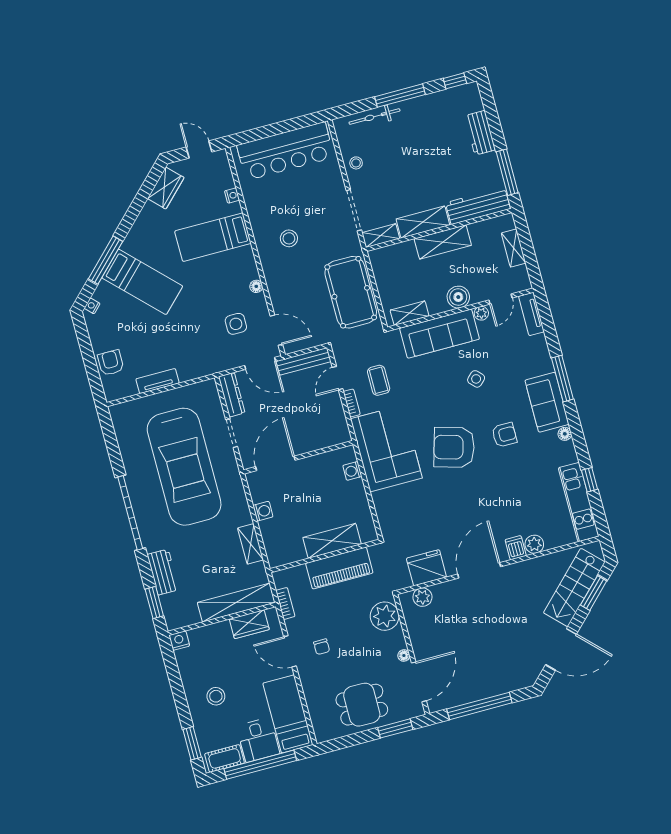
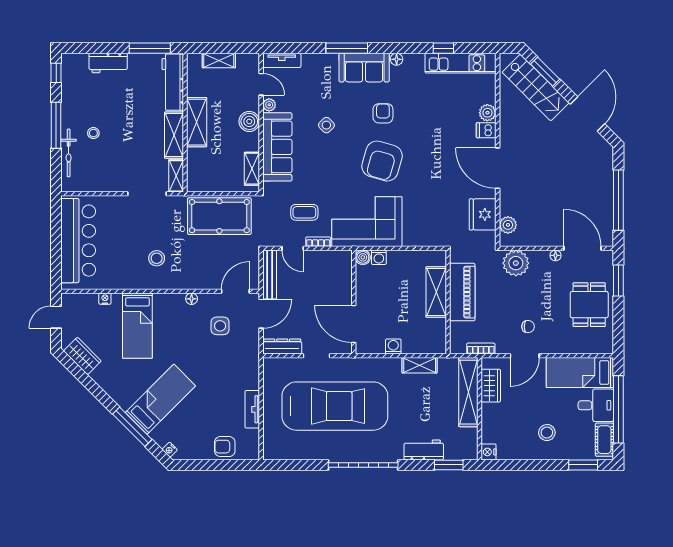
stool: (356, 163) -> (93, 133), moved
boiler: (348, 454) -> (363, 257), added

